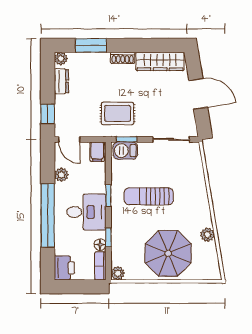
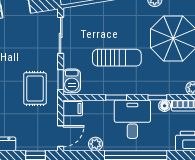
sun lounger: (149, 196) -> (117, 58), turned -90

